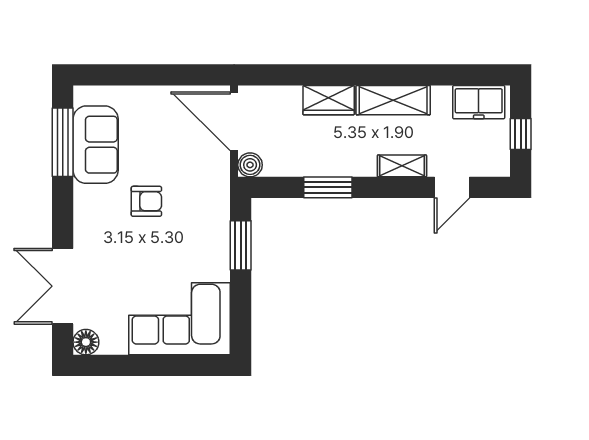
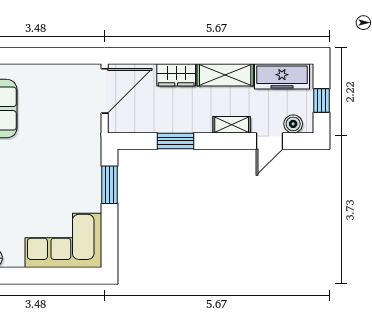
freezer: (479, 102) -> (282, 76), width x1.40
door: (234, 121) -> (105, 91), swing flipped
boiler: (250, 165) -> (293, 124), moved
armchair: (146, 201) -> (38, 151), removed

